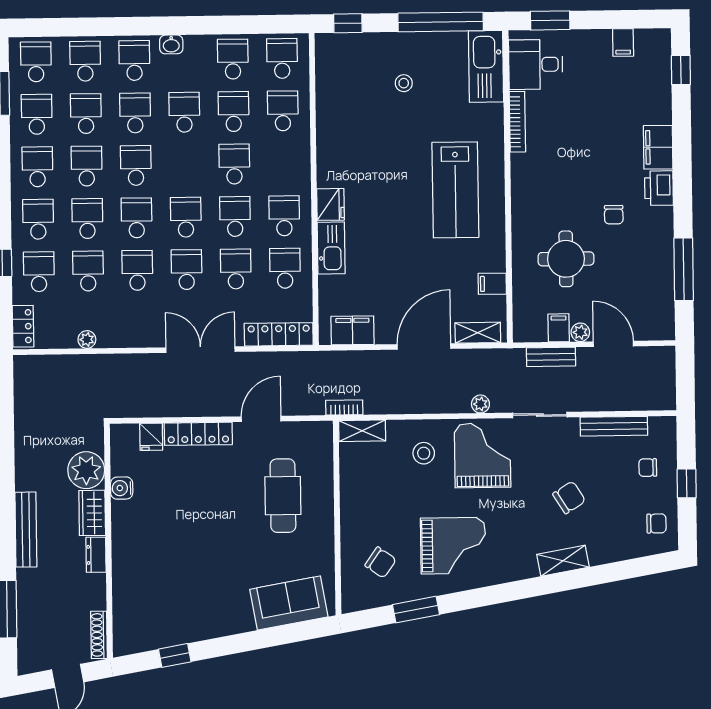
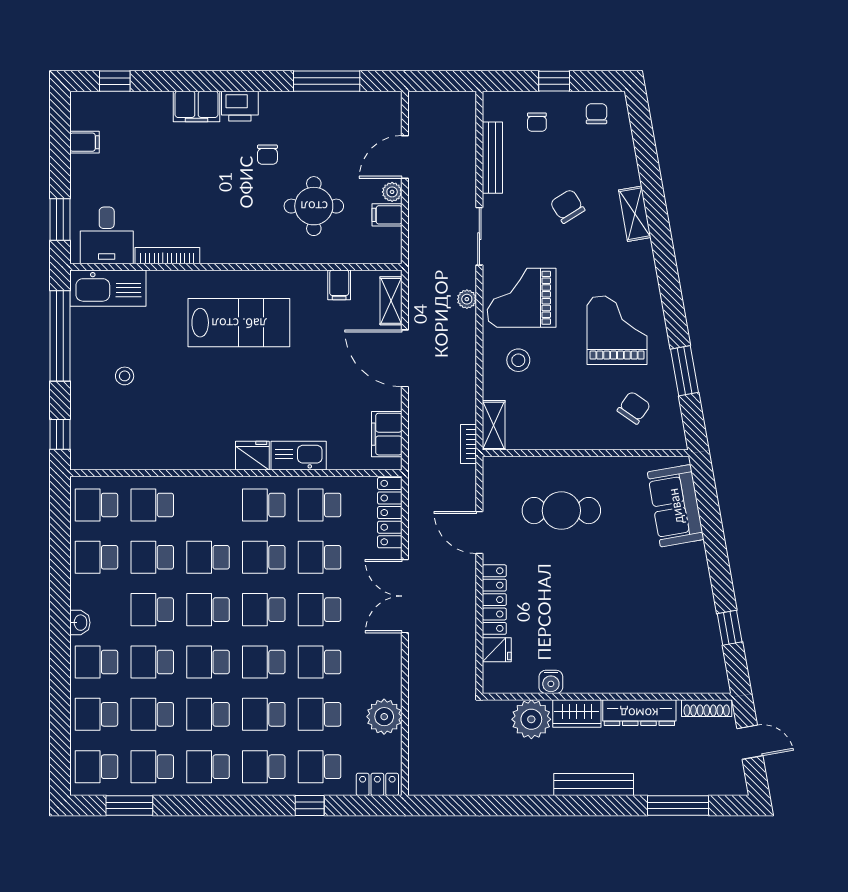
school desk: (185, 165) -> (208, 610), added
chair: (614, 215) -> (267, 155), turned 90
plant: (87, 340) -> (384, 717), width x1.87, depth x1.87
bench: (551, 357) -> (418, 223), removed
dresser: (96, 555) -> (639, 713), width x1.96, depth x1.24

